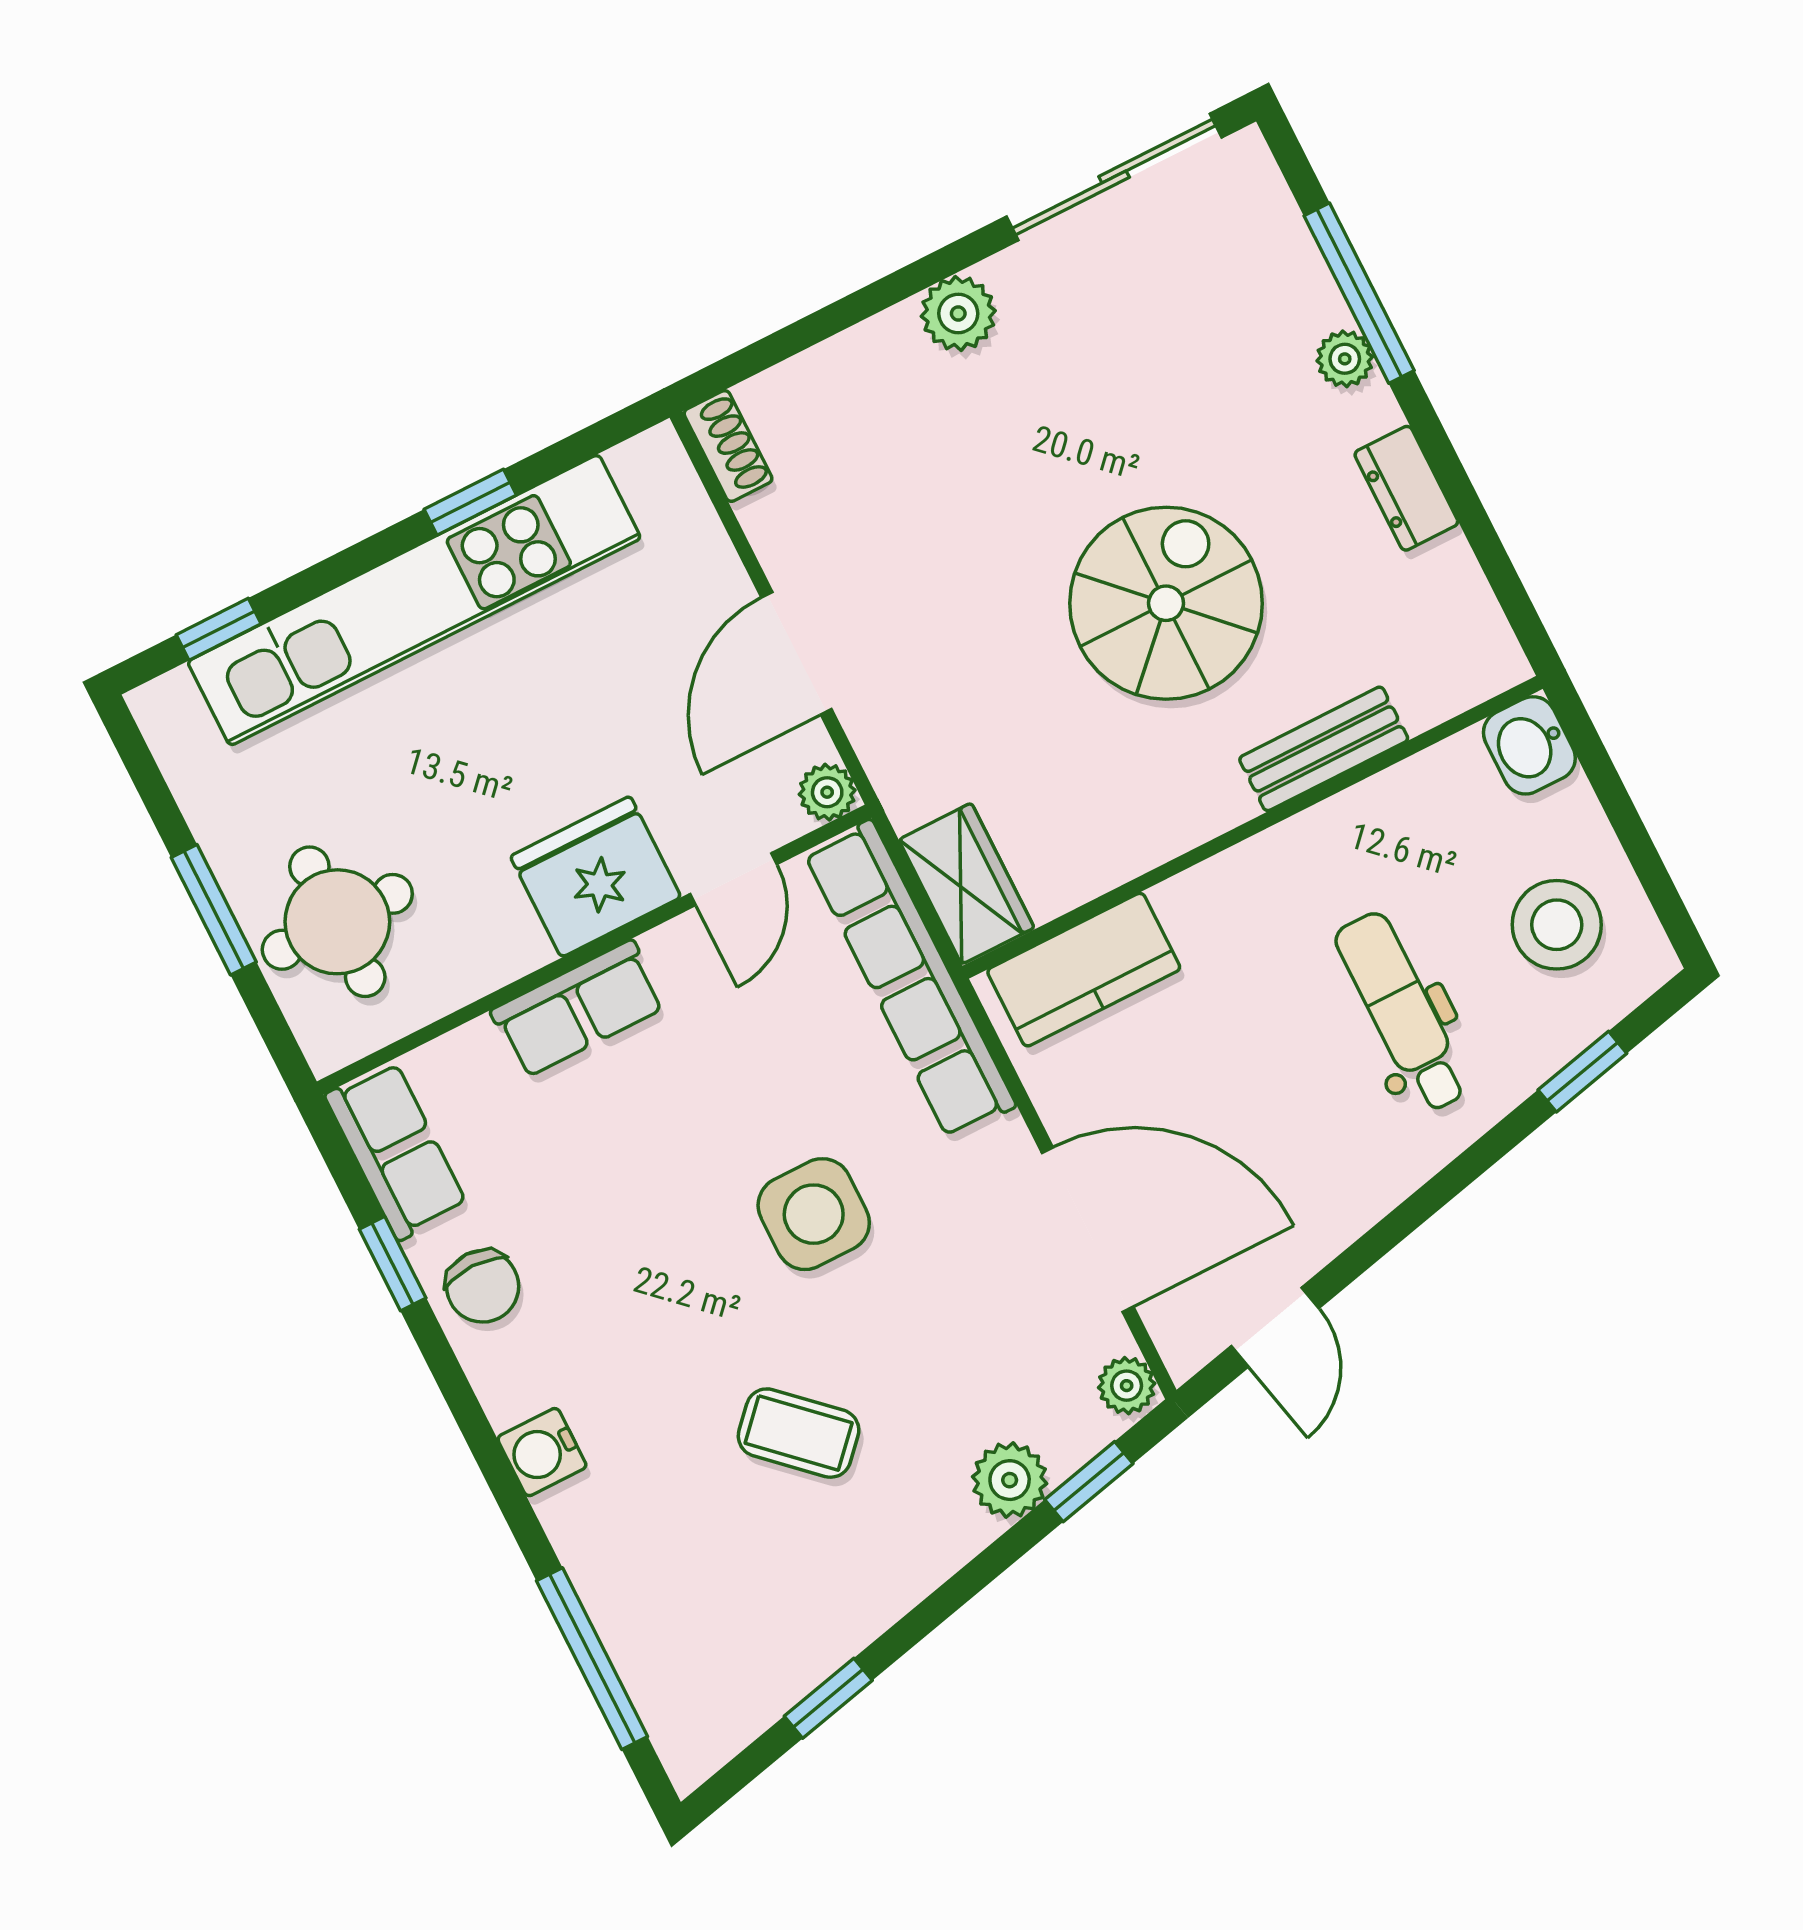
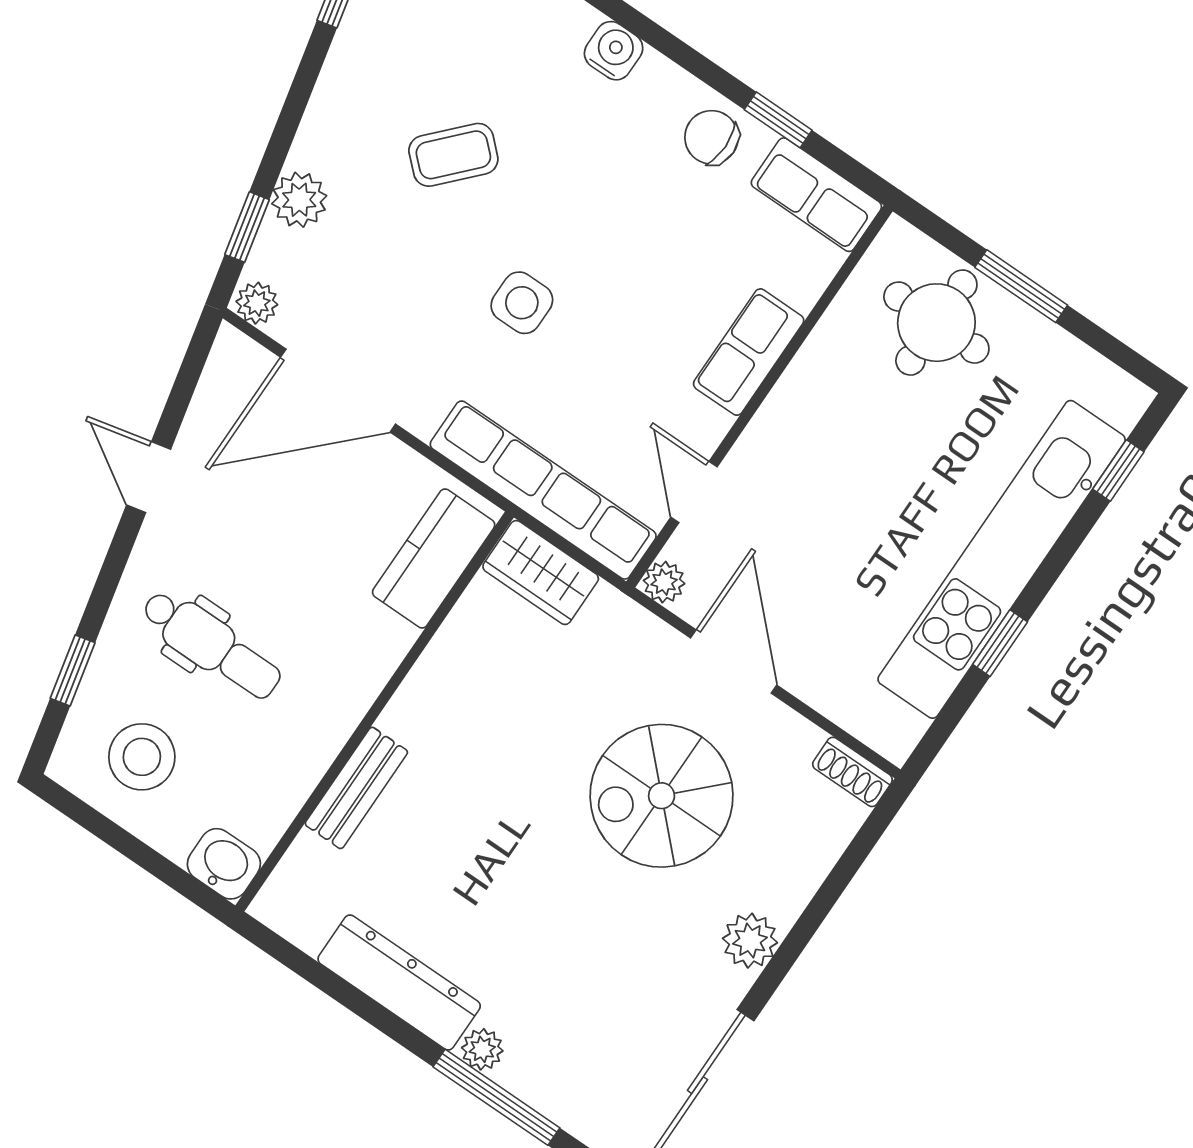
dresser: (1406, 488) -> (399, 982), width x1.96, depth x1.24
spiral stairs: (1166, 603) -> (662, 796), moved, turned 90
fridge: (596, 877) -> (784, 444), removed
side table: (814, 1214) -> (522, 303), width x0.73, depth x0.73
door: (1275, 1327) -> (149, 477), moved

